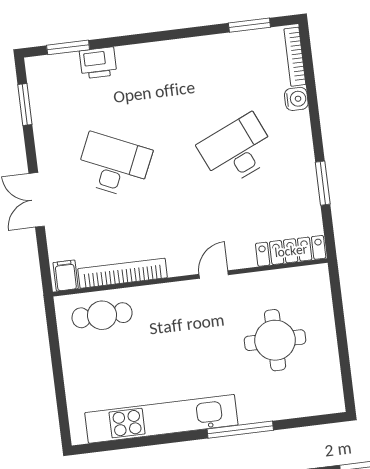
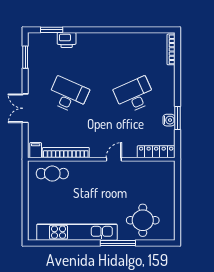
window: (249, 25) -> (149, 30), removed
water cooler: (296, 99) -> (169, 120), moved
round table: (275, 340) -> (143, 220), moved

